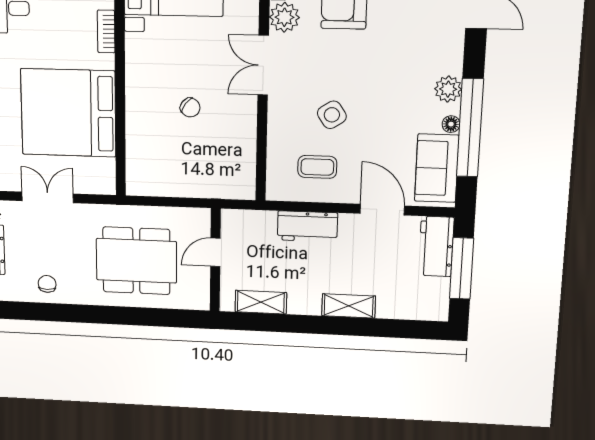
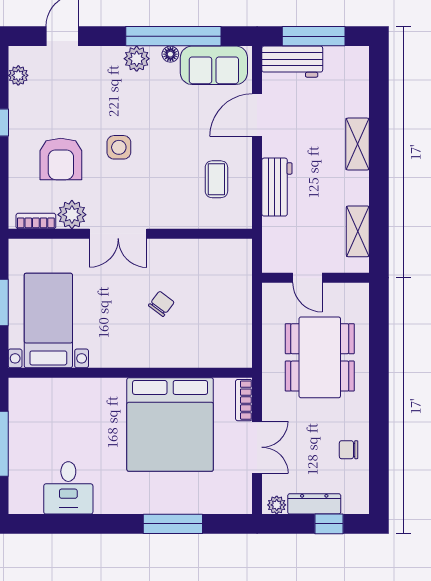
bookcase: (106, 31) -> (244, 400), moved, turned 90
side table: (332, 115) -> (119, 147), moved, turned 33
double door: (48, 197) -> (257, 447), swing flipped

